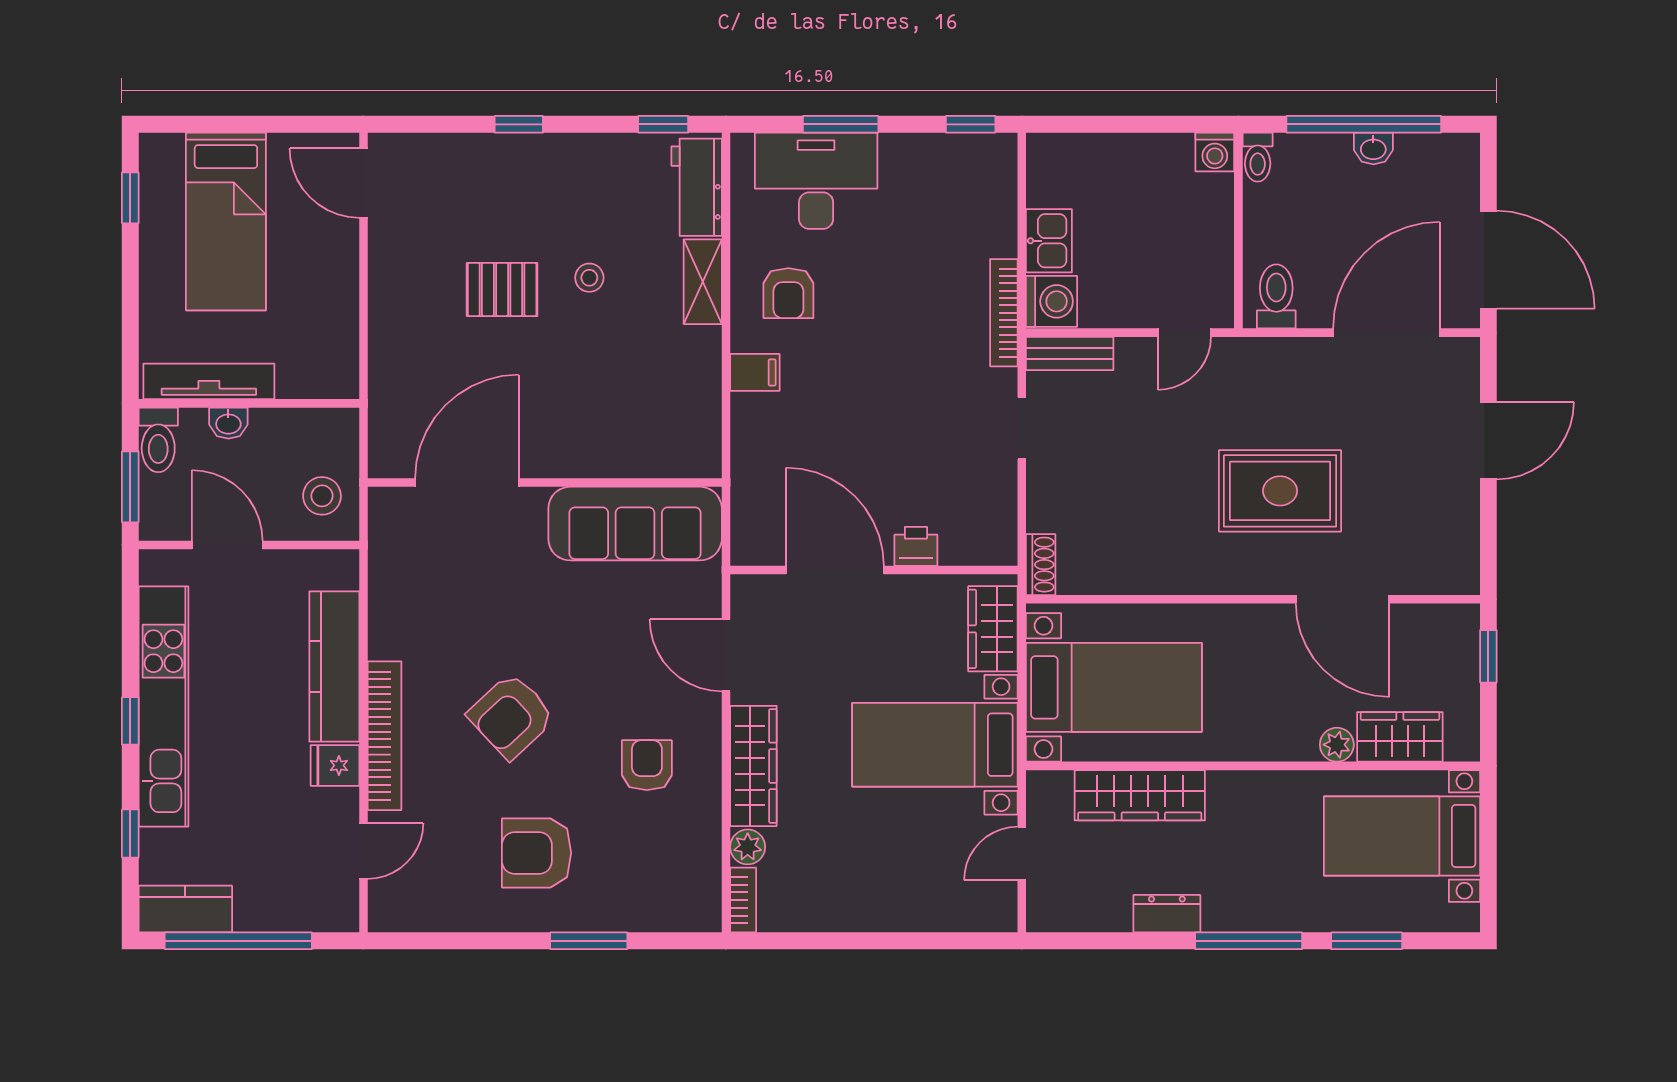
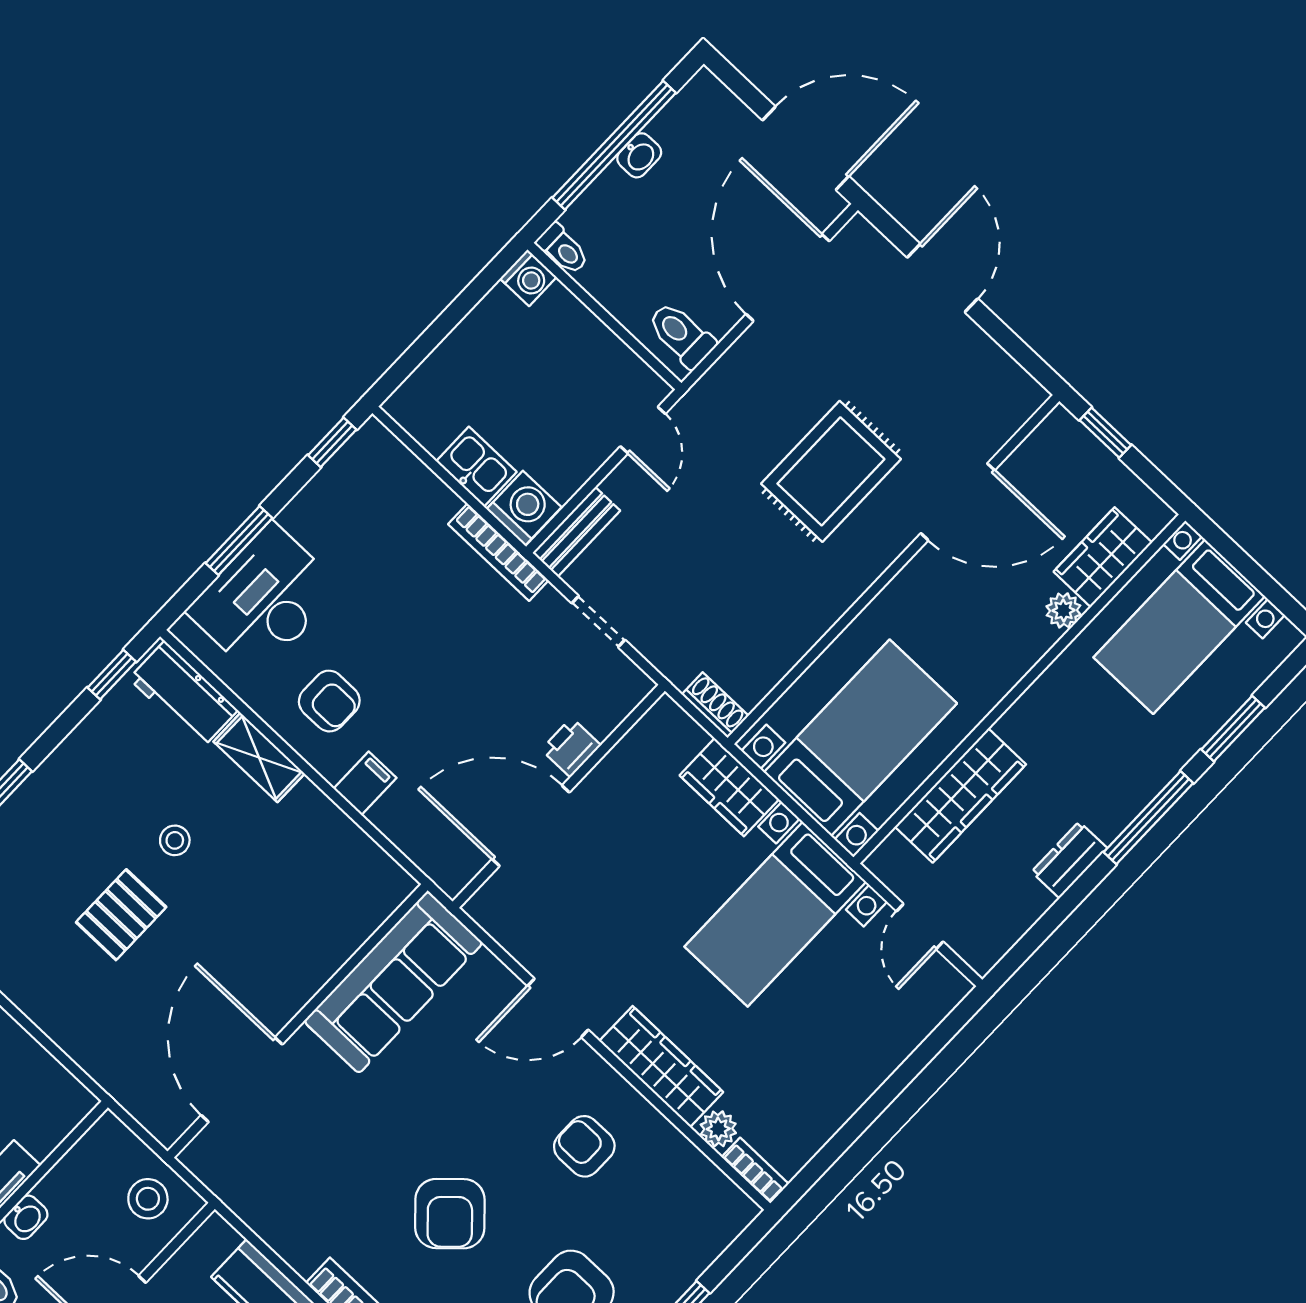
printer: (916, 546) -> (571, 747), moved
door: (835, 570) -> (531, 826), moved
wall: (874, 570) -> (559, 796), moved

